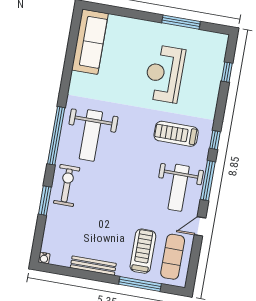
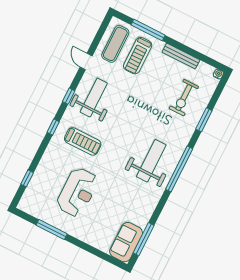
sofa: (90, 42) -> (126, 242), width x0.73
window: (72, 43) -> (144, 239), added
window: (208, 181) -> (69, 96), width x0.46
exercise bike: (67, 185) -> (184, 98), moved
door: (200, 226) -> (86, 62), swing flipped

